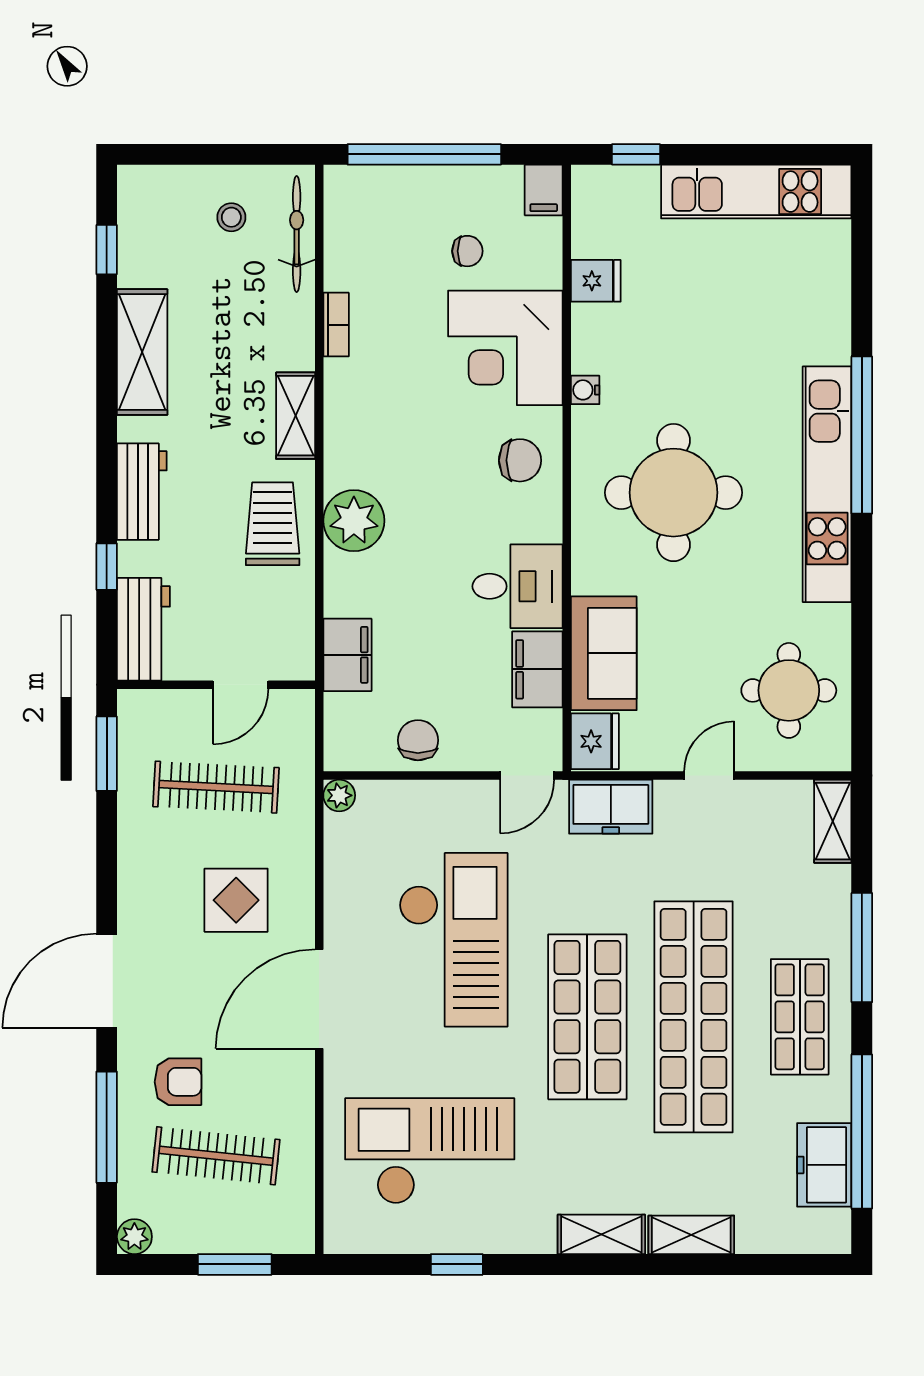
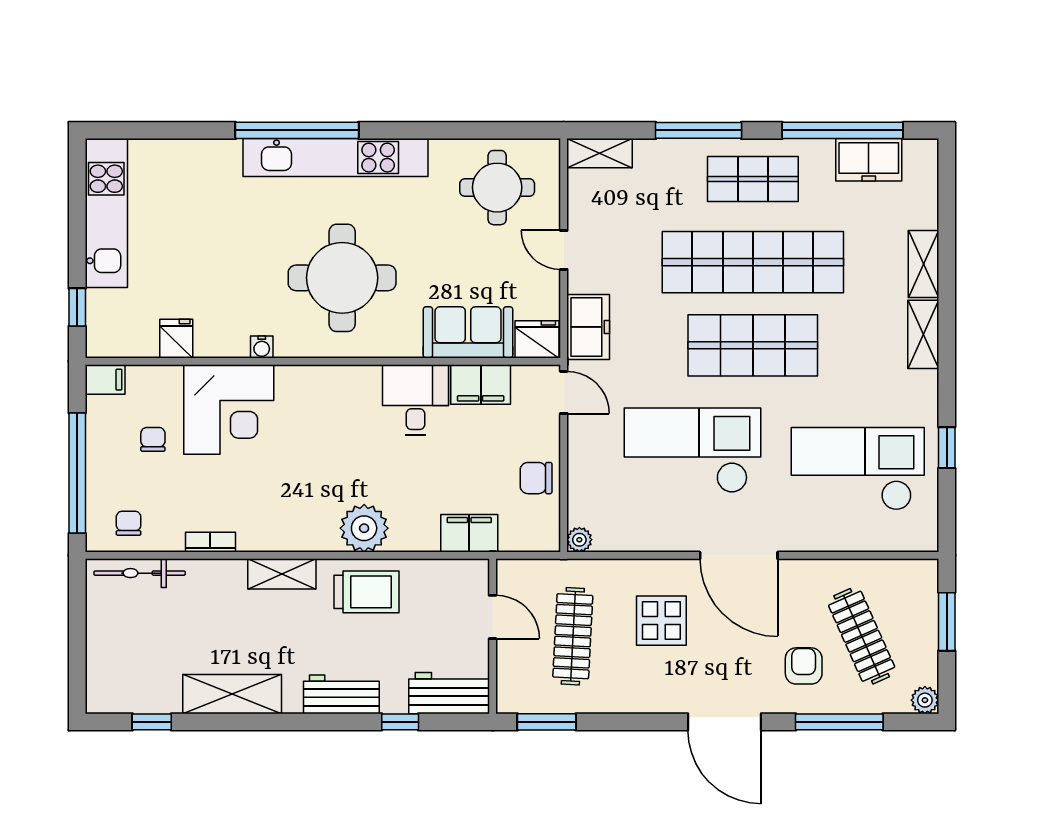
stool: (231, 217) -> (126, 624), removed
chair: (520, 460) -> (129, 523), moved, width x0.73, depth x0.73
trolley: (273, 524) -> (366, 592), turned 180
checkout: (430, 1151) -> (858, 469), turned 90
clothes rail: (216, 1156) -> (862, 636), turned -30

